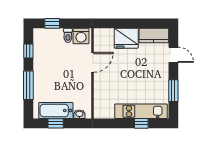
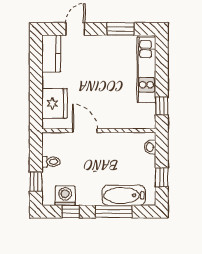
washing machine: (81, 36) -> (65, 196), moved, turned -90
fridge: (126, 38) -> (55, 103), moved
bathtub: (56, 111) -> (124, 195), moved, turned 90
window: (141, 123) -> (162, 106), moved

